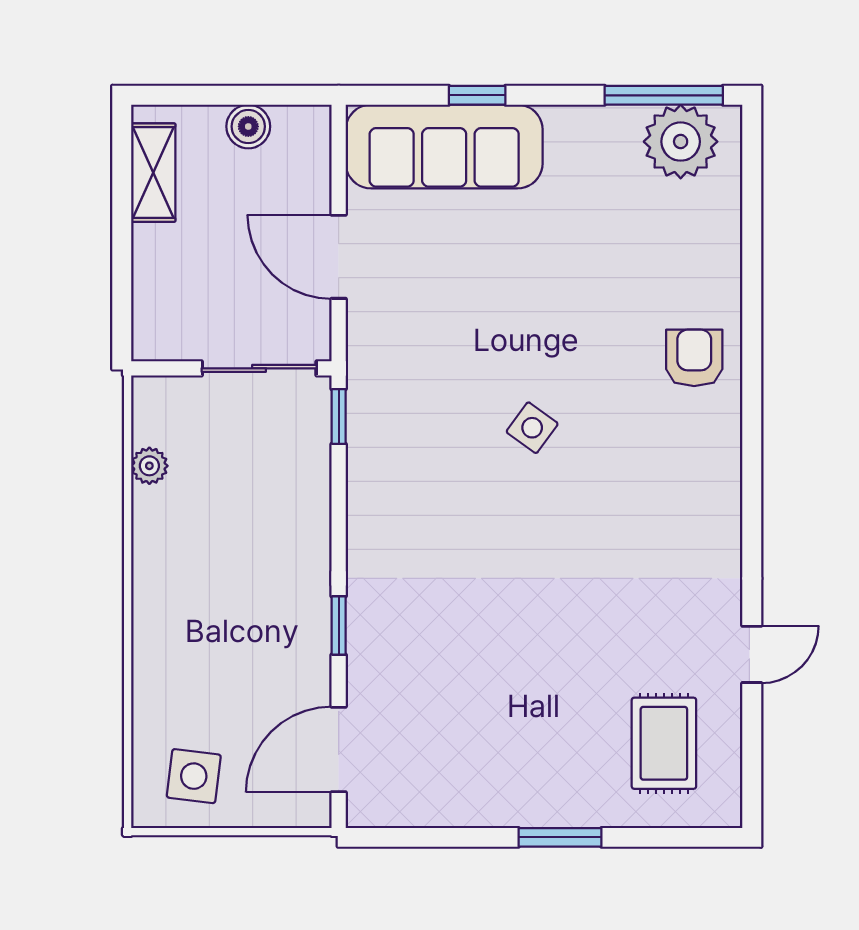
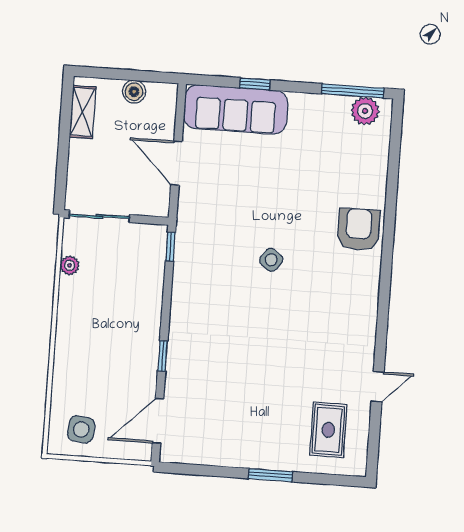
plant: (681, 142) -> (365, 111), width x0.73, depth x0.73
armchair: (694, 358) -> (359, 229), width x1.38, depth x1.38
sliding door: (259, 368) -> (99, 216), moved

